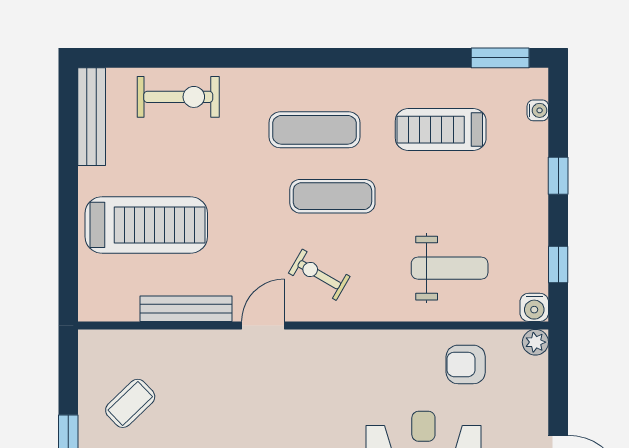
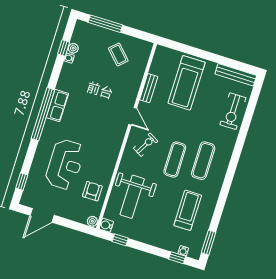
window: (558, 176) -> (177, 258), moved
weight bench: (450, 268) -> (132, 197), width x1.36, depth x1.33
bench: (186, 309) -> (149, 88), width x0.73

